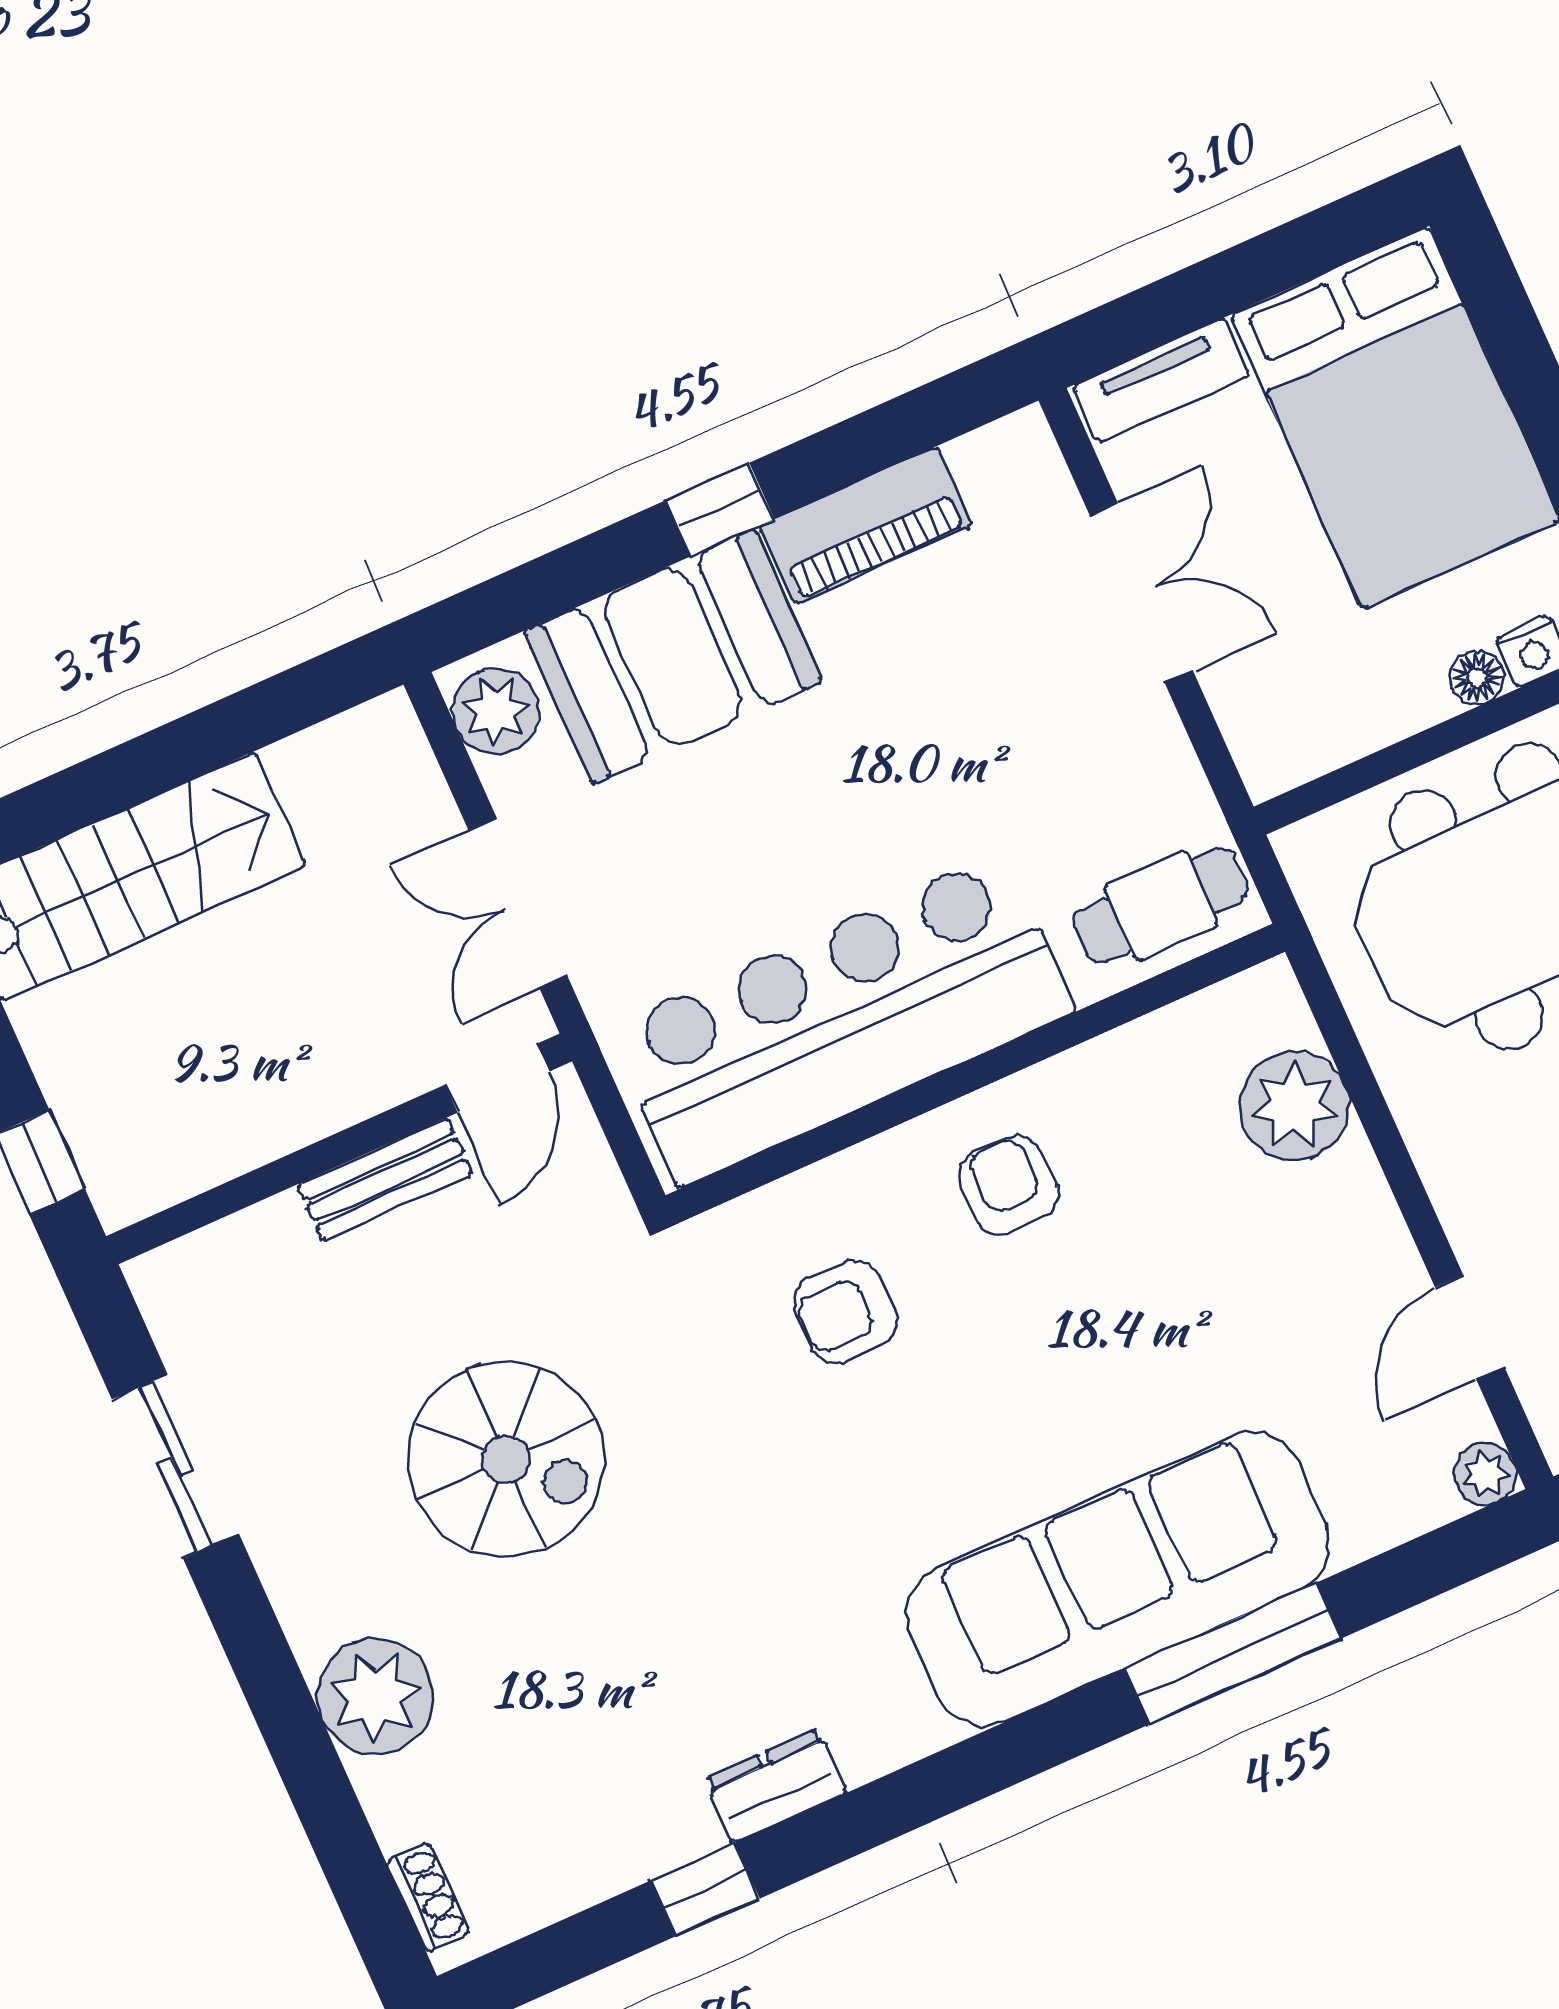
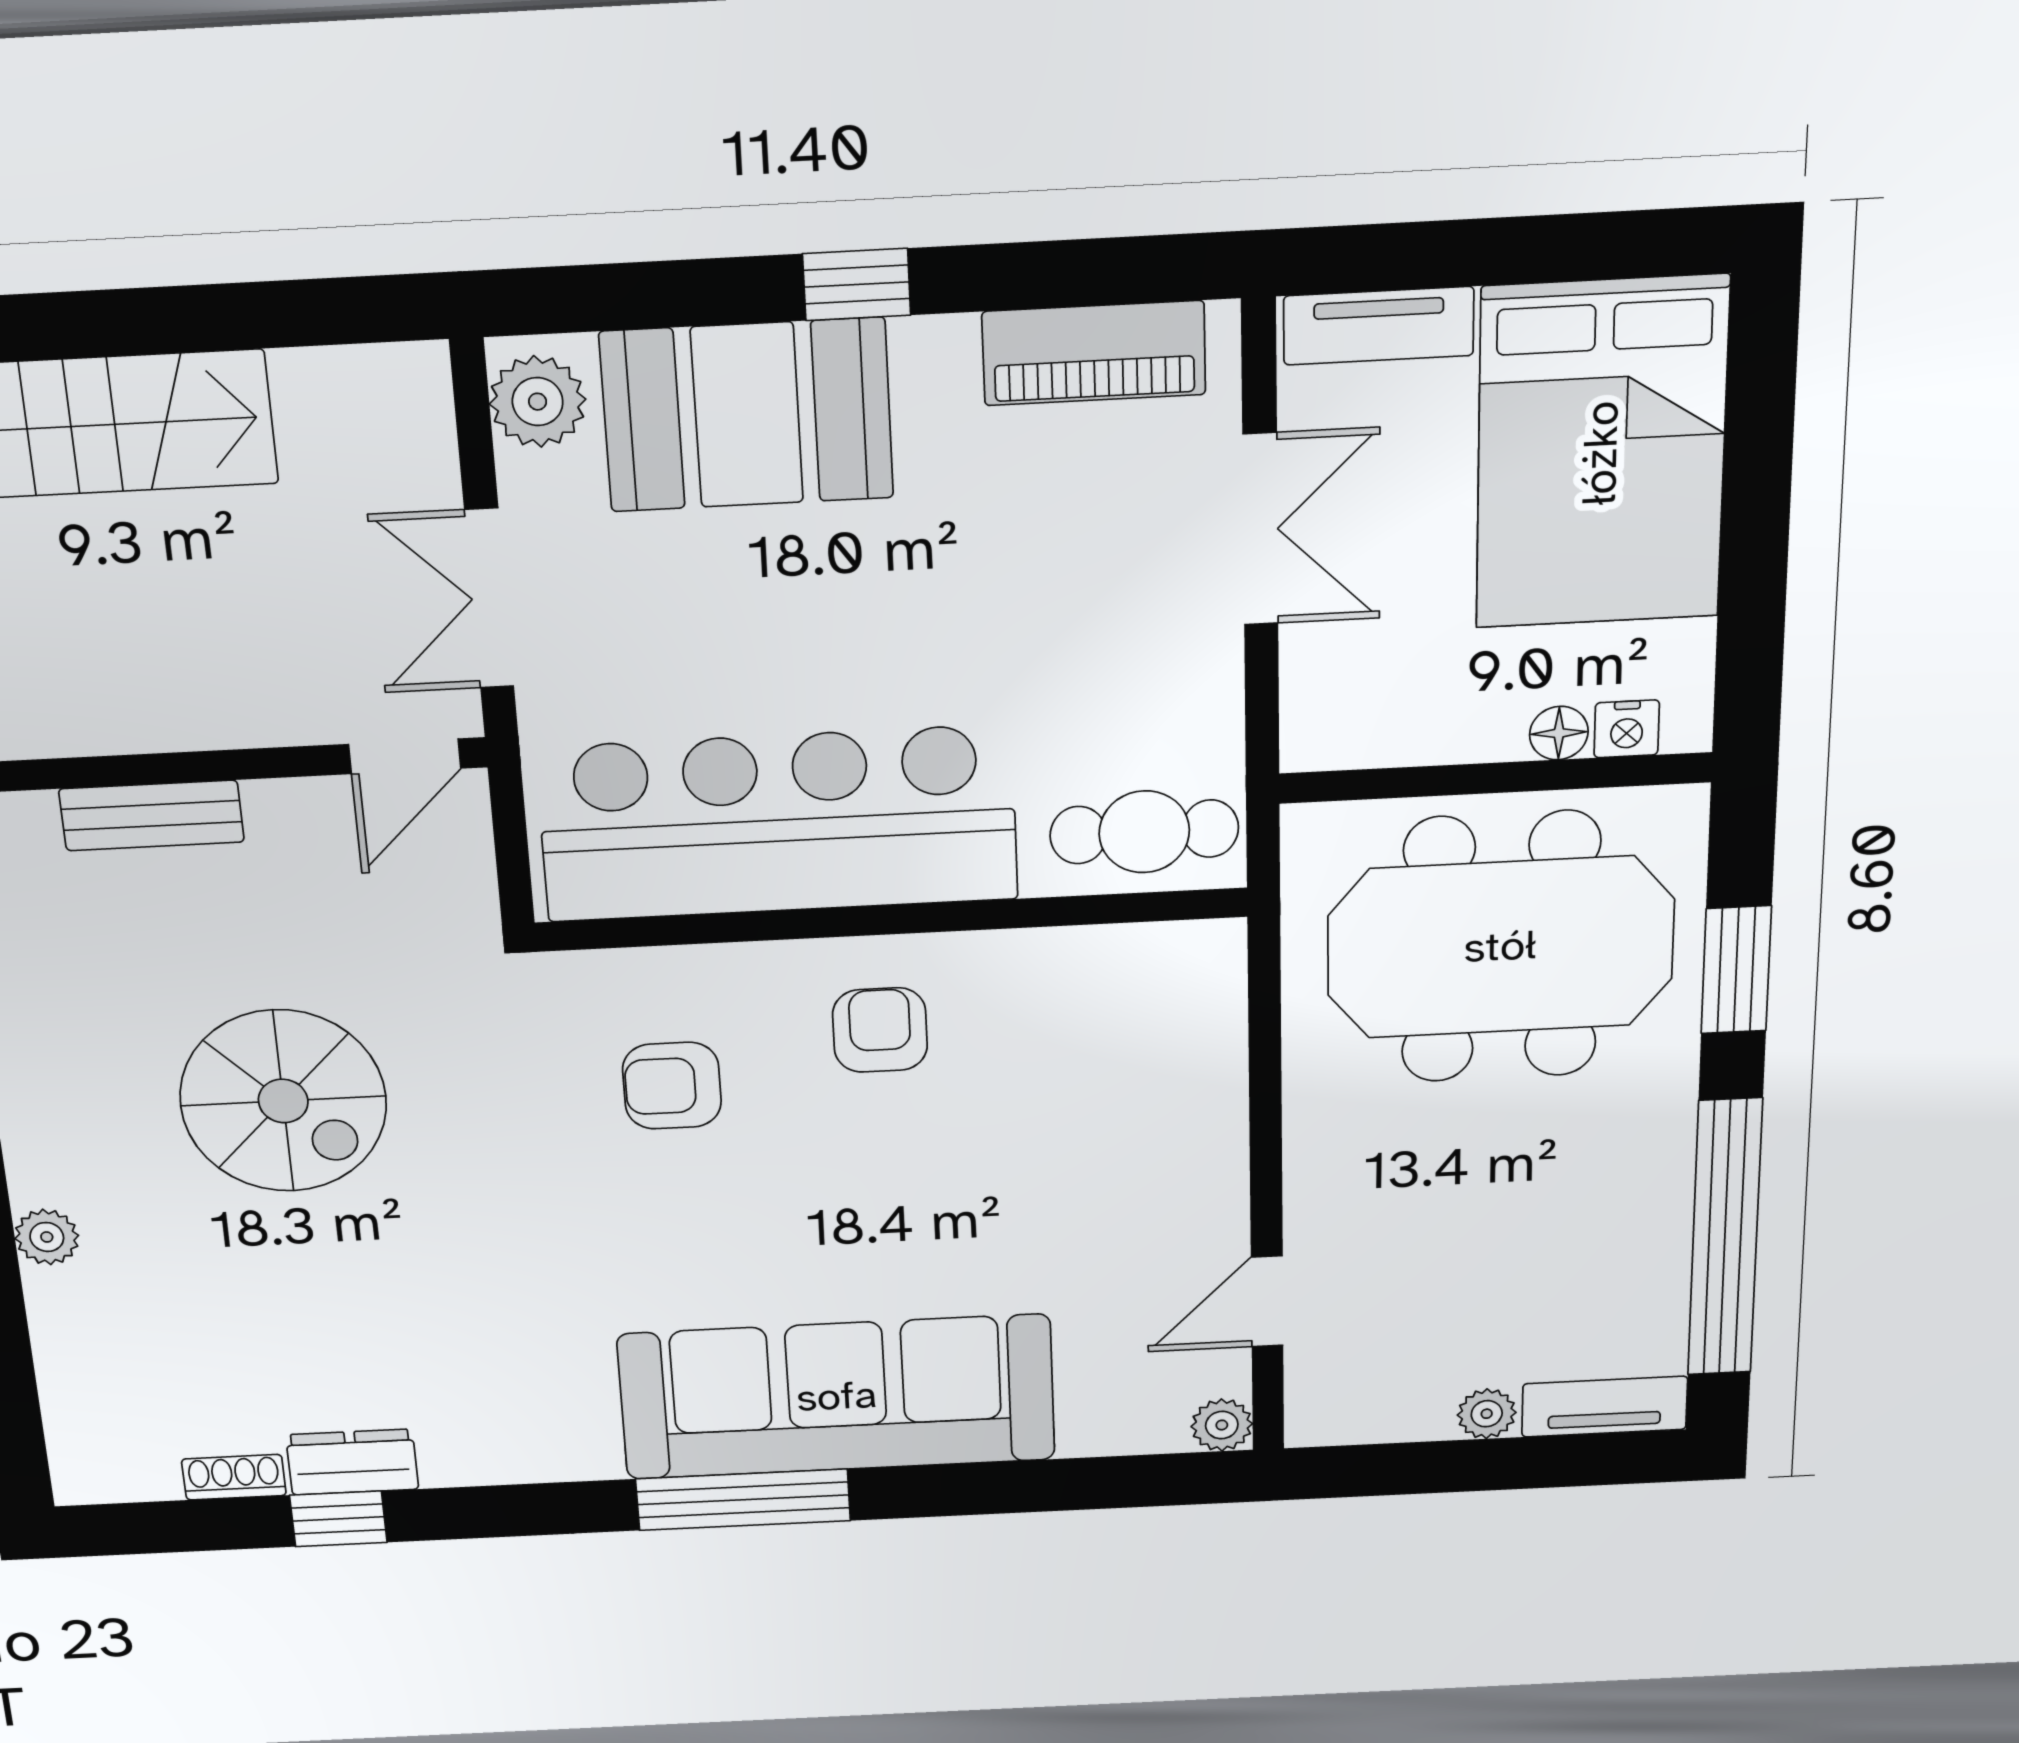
piano: (866, 526) -> (1094, 353), moved
plant: (1294, 1106) -> (1191, 1056), removed
bench: (385, 1180) -> (152, 815), moved
window: (1233, 1653) -> (743, 1500), moved
plant: (375, 1696) -> (47, 1237), width x0.53, depth x0.53
dresser: (776, 1786) -> (352, 1462), moved
shoe rack: (428, 1897) -> (234, 1477), moved, turned -90

